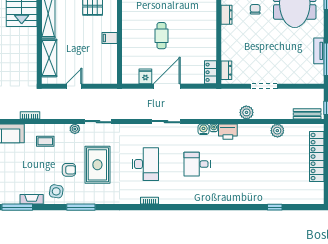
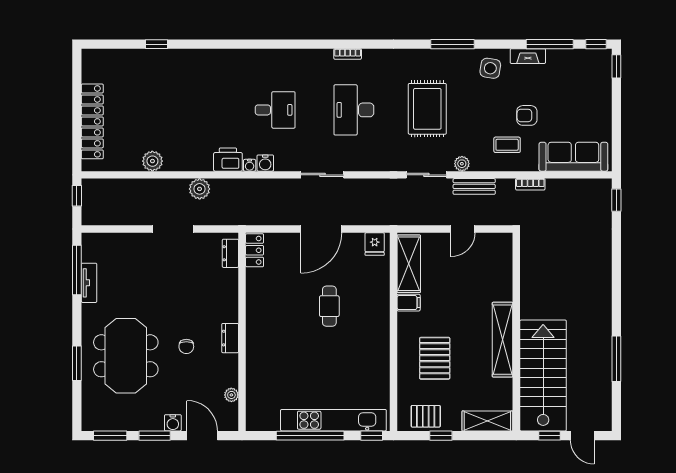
shelving: (49, 58) -> (409, 264), moved
fridge: (145, 76) -> (375, 244), moved
bench: (307, 114) -> (474, 186), moved
armchair: (69, 170) -> (527, 115), moved

